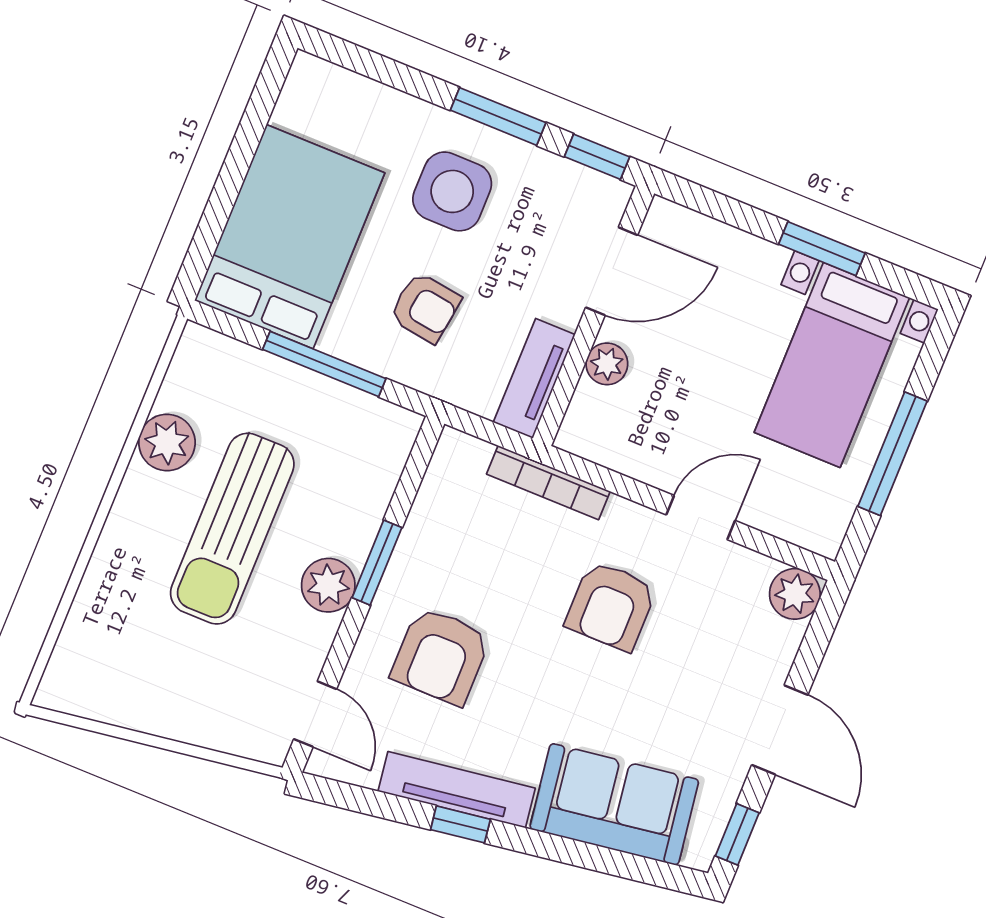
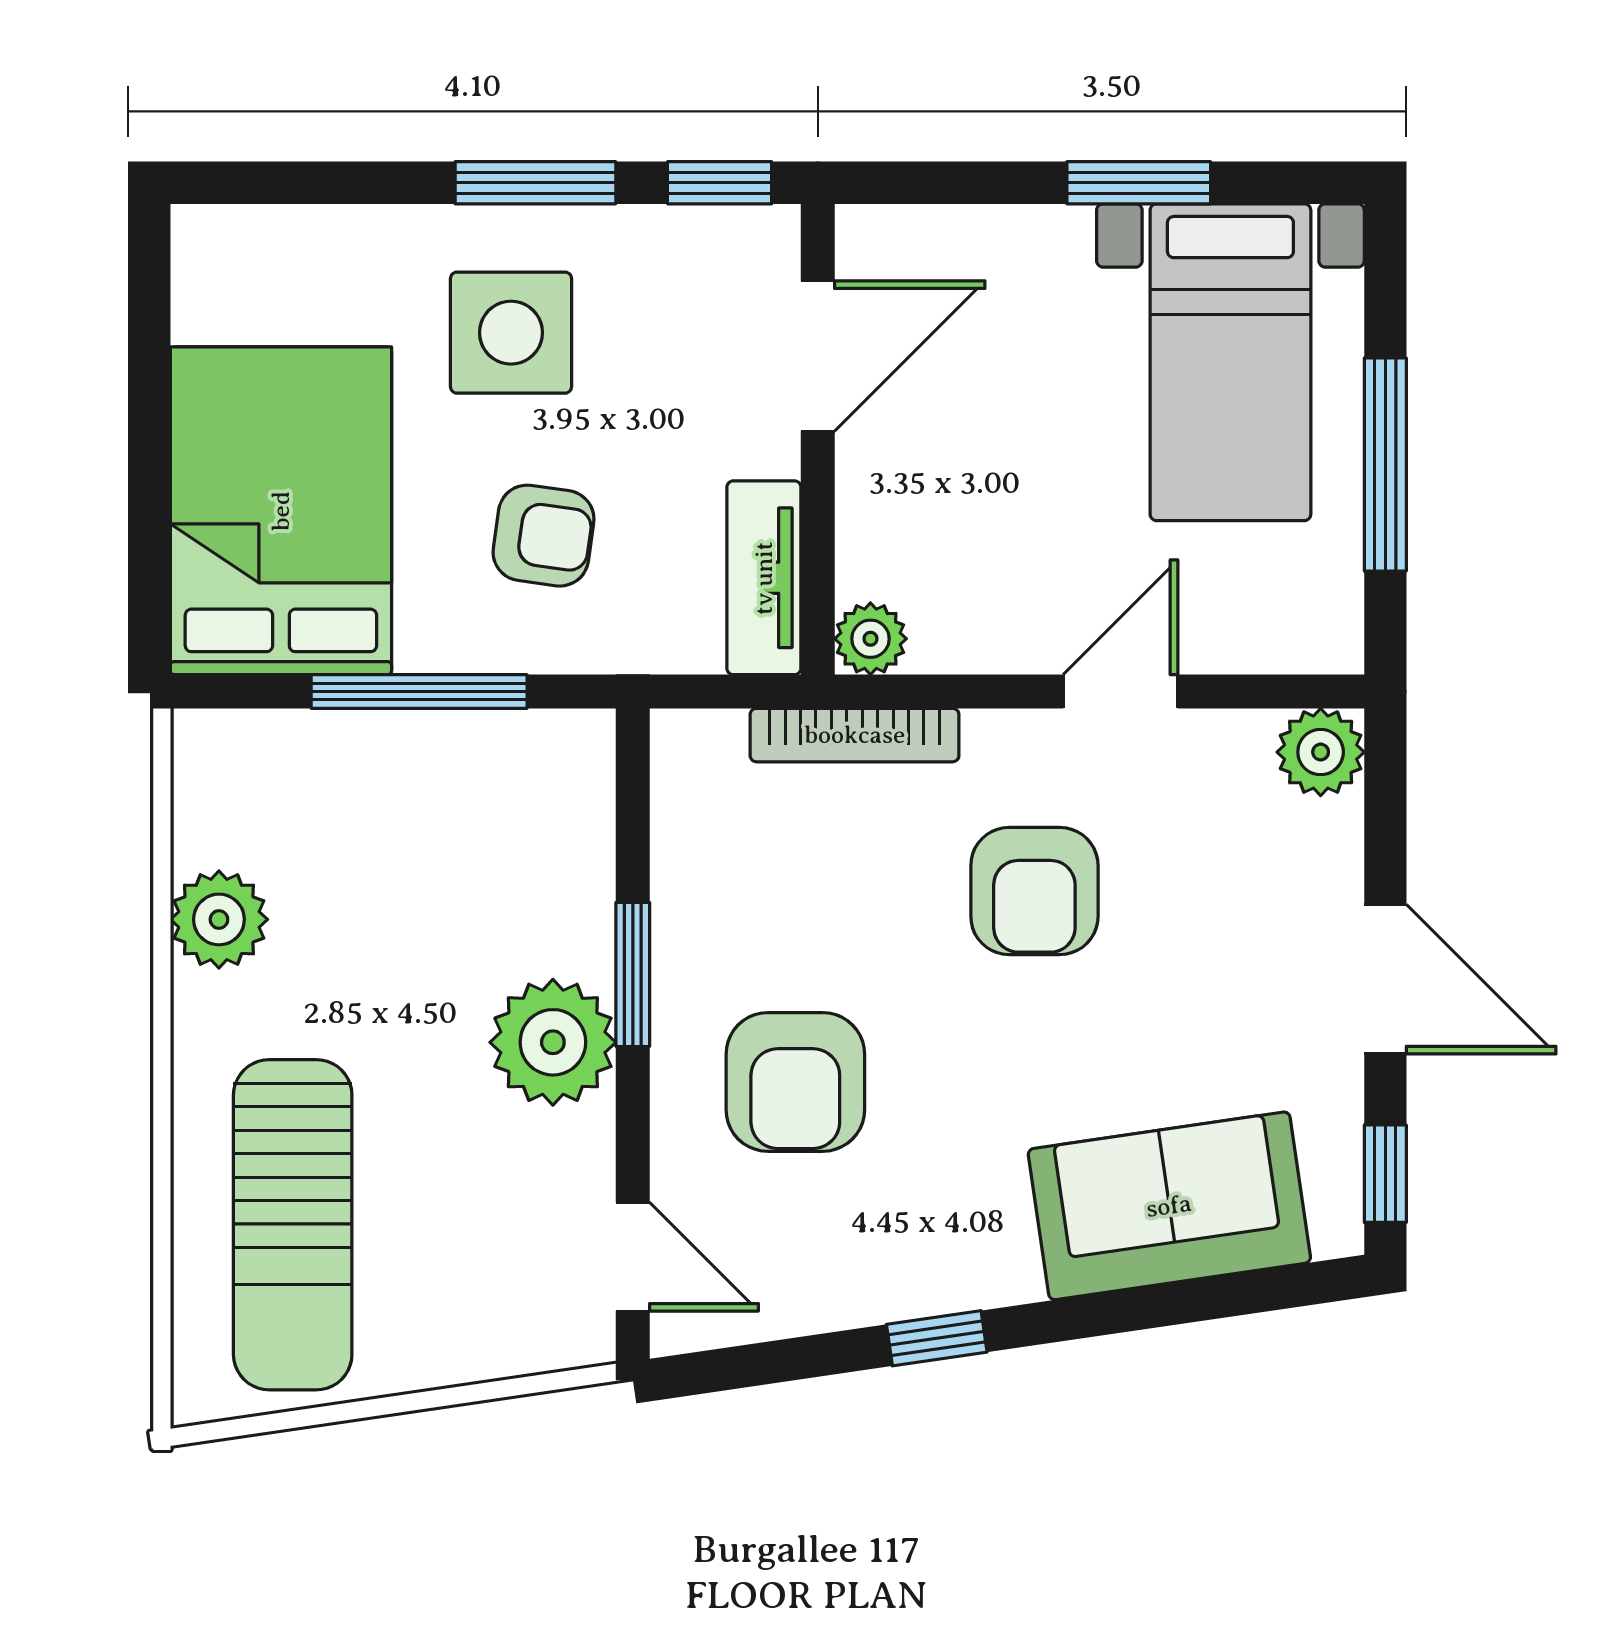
plant: (607, 364) -> (870, 639), moved
sun lounger: (232, 529) -> (293, 1225), moved
plant: (328, 585) -> (553, 1042), width x1.36, depth x1.36
tv unit: (457, 790) -> (908, 1285), removed

